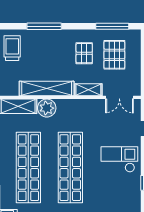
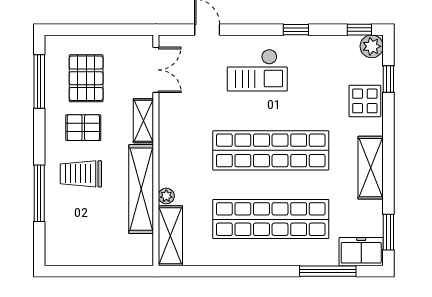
trolley: (12, 48) -> (81, 174), moved
pallet: (114, 55) -> (86, 78), turned 90
plant: (47, 108) -> (166, 196), width x0.53, depth x0.53
checkout: (119, 159) -> (257, 70), turned -90

